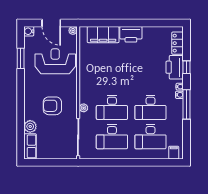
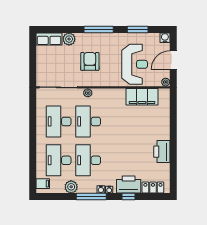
printer: (131, 34) -> (162, 152), moved
filing cabinet: (103, 35) -> (142, 97), moved, turned -90
window: (21, 97) -> (99, 29), added
plant: (177, 124) -> (71, 187), added

